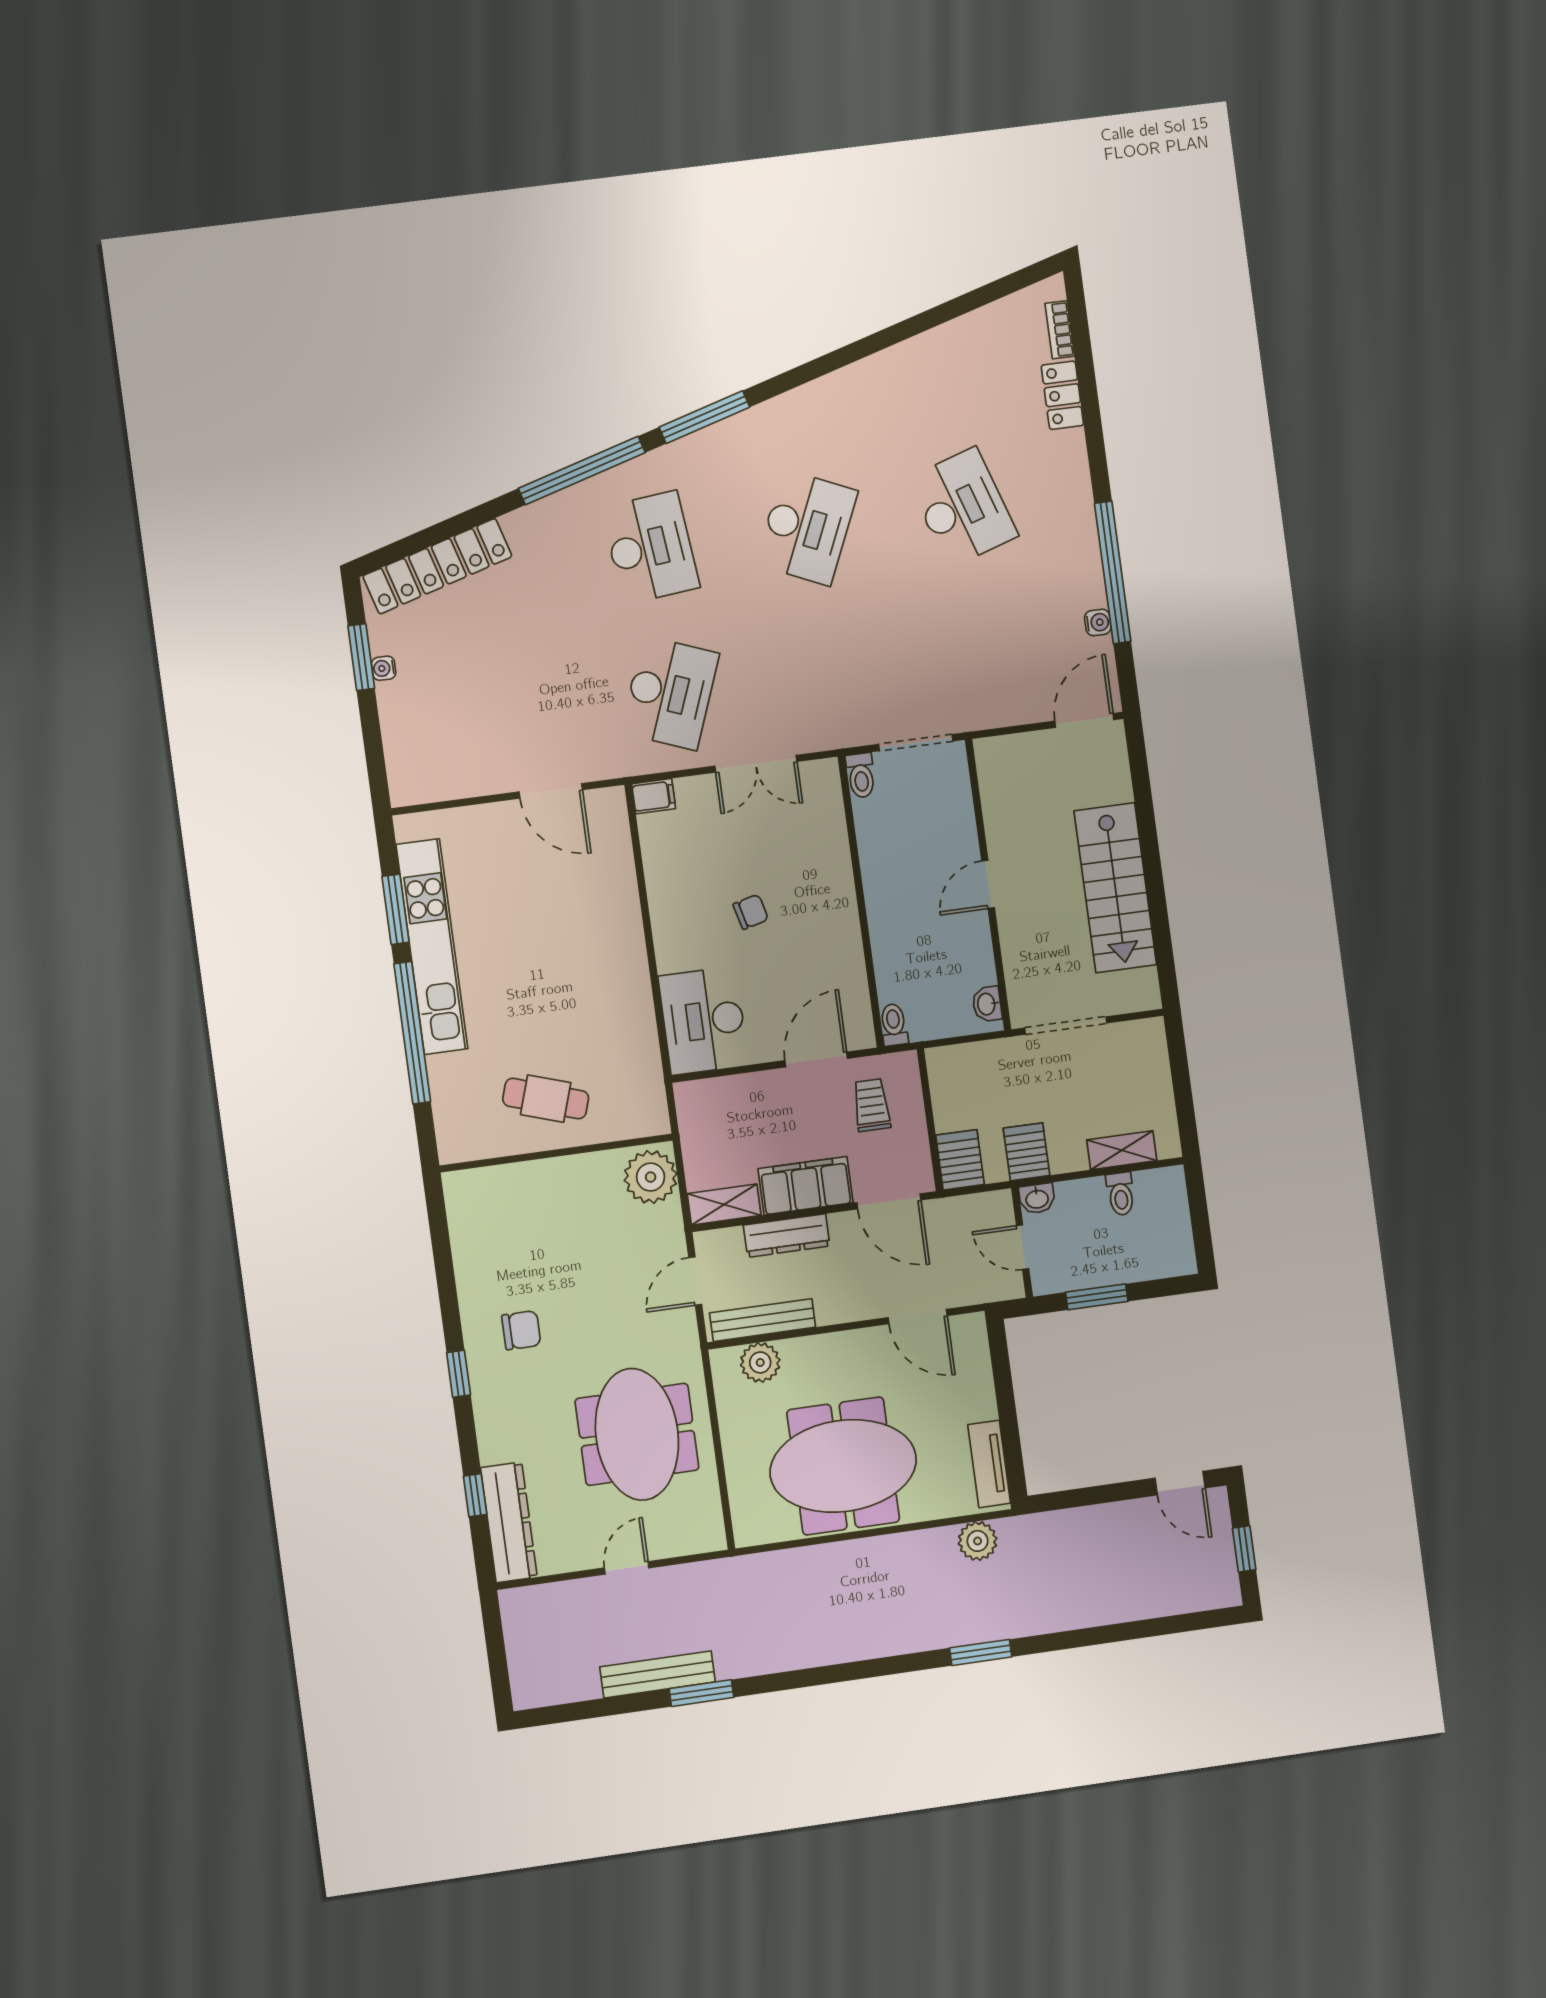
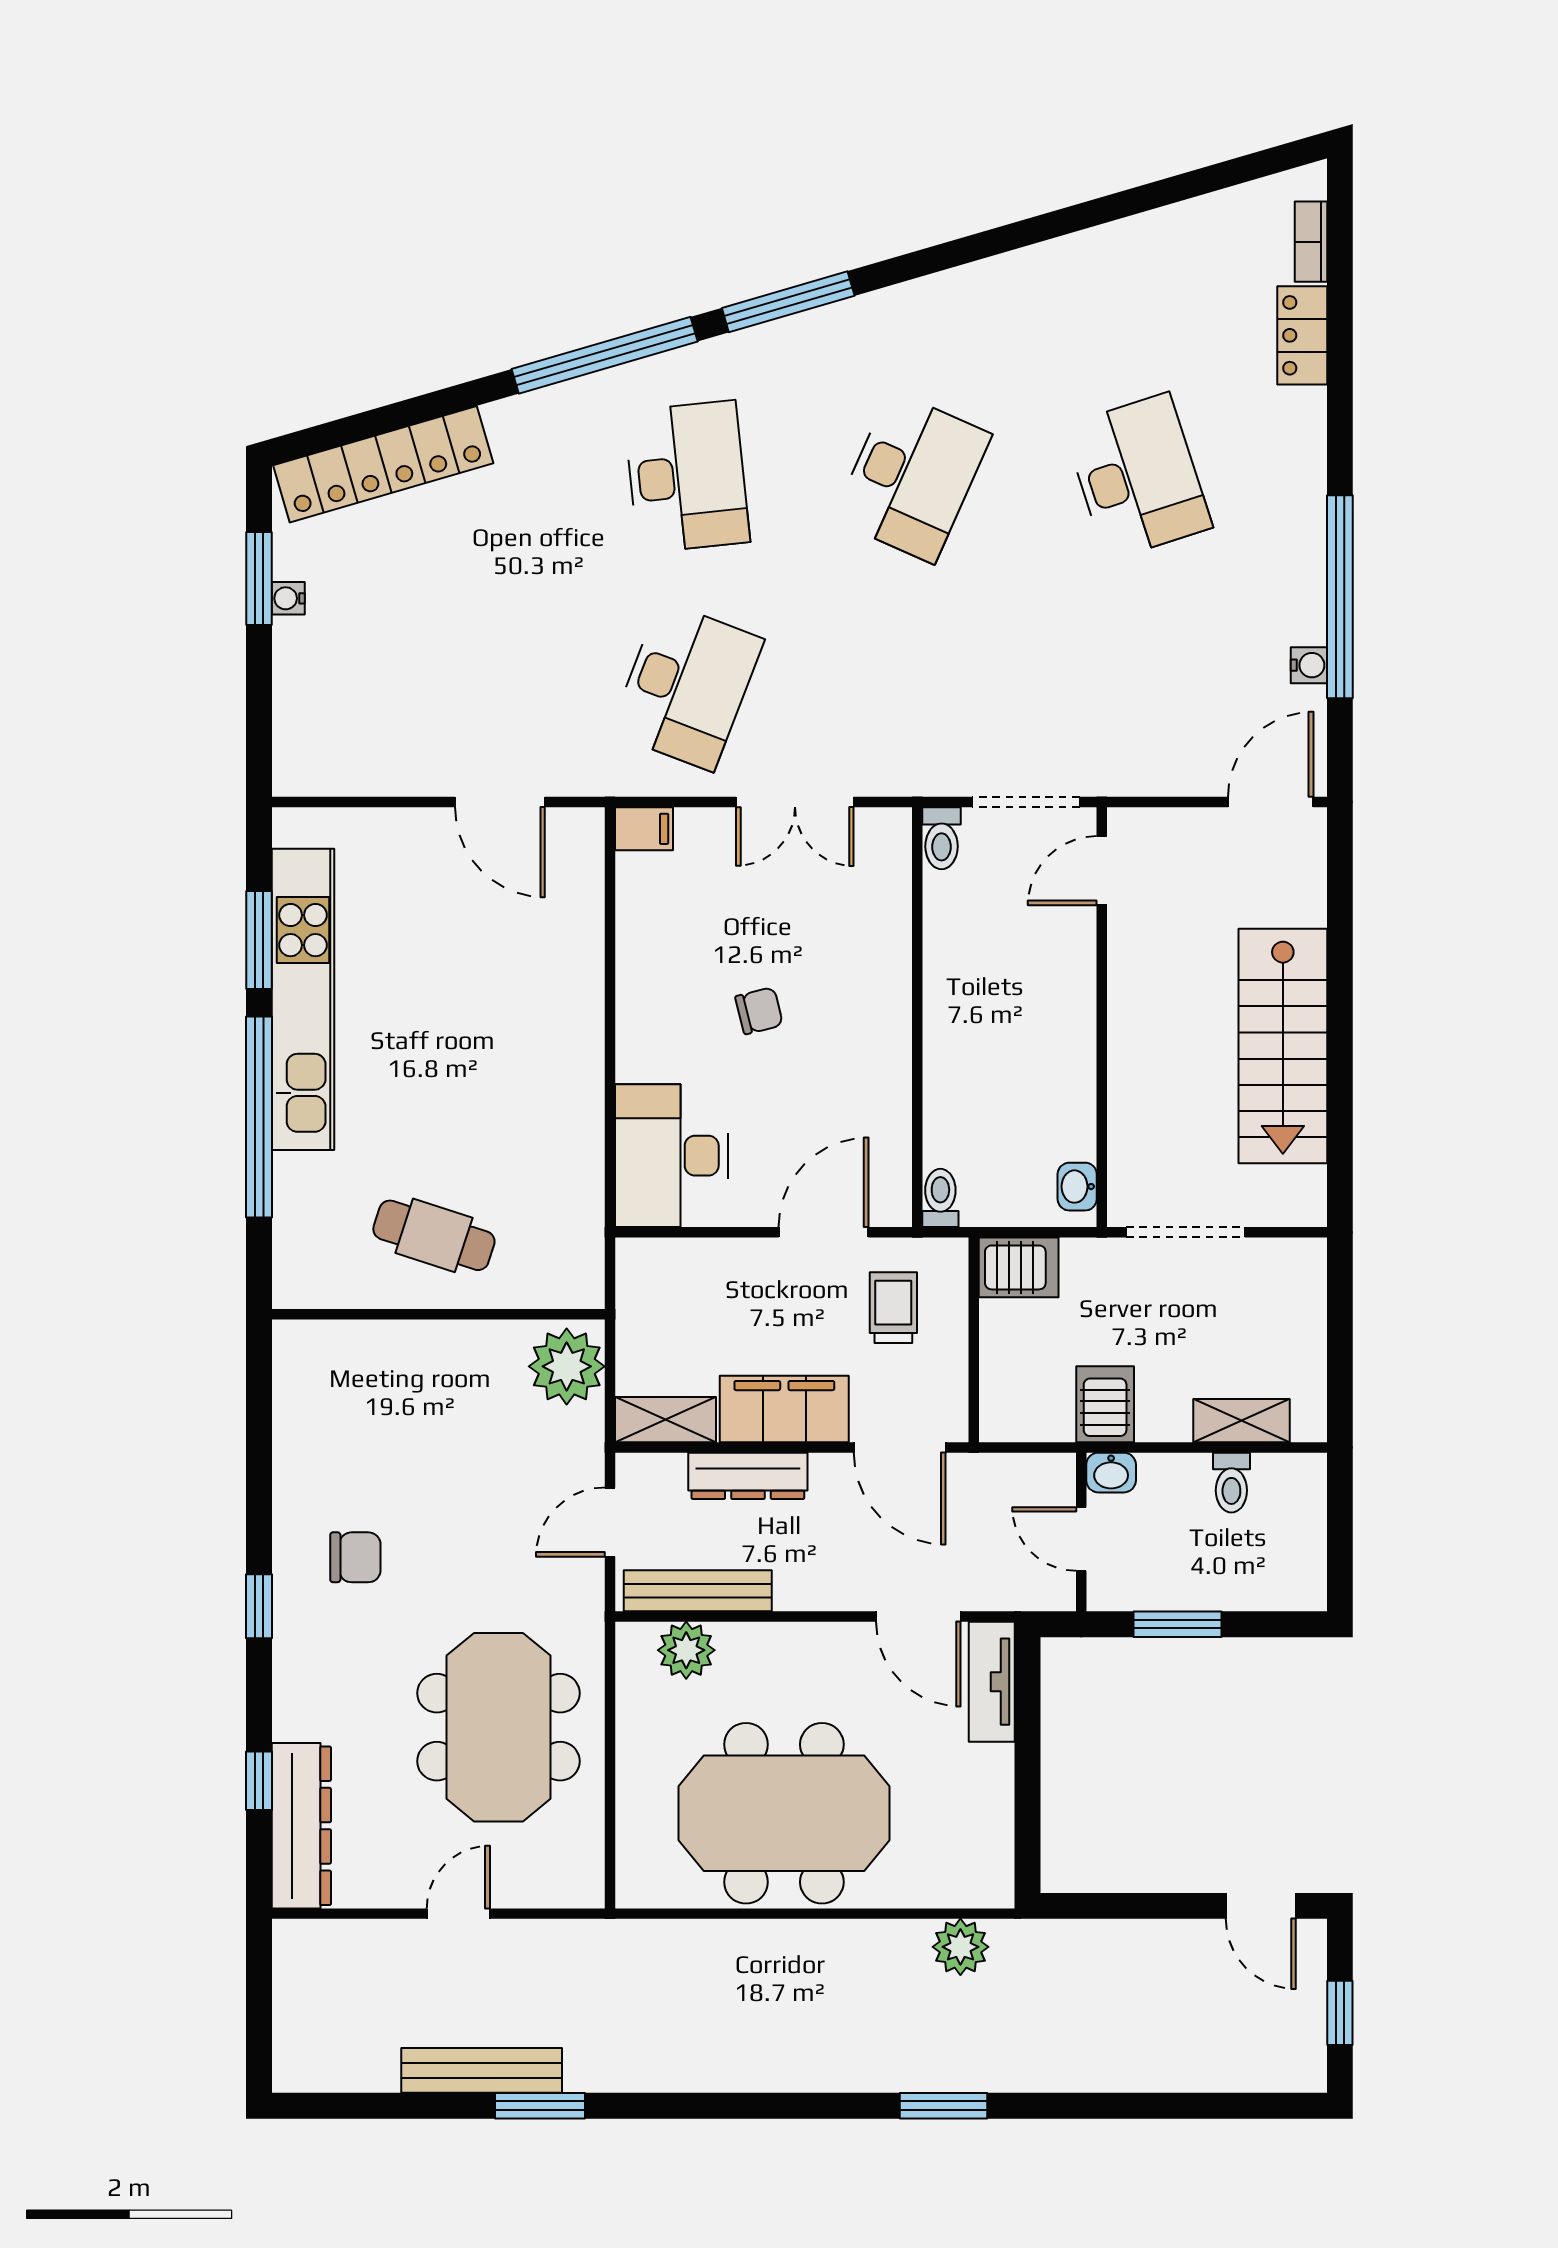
door: (988, 884) -> (1102, 871), moved
server rack: (960, 1160) -> (1019, 1267), moved, turned 90
tv unit: (989, 1464) -> (992, 1682), moved

